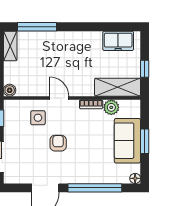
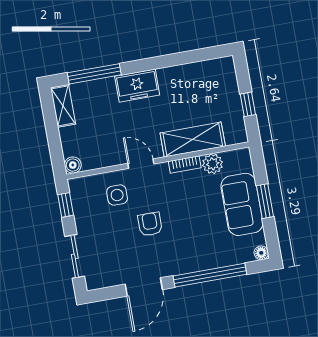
freezer: (118, 41) -> (137, 86), moved
shelving: (118, 87) -> (193, 140), moved

